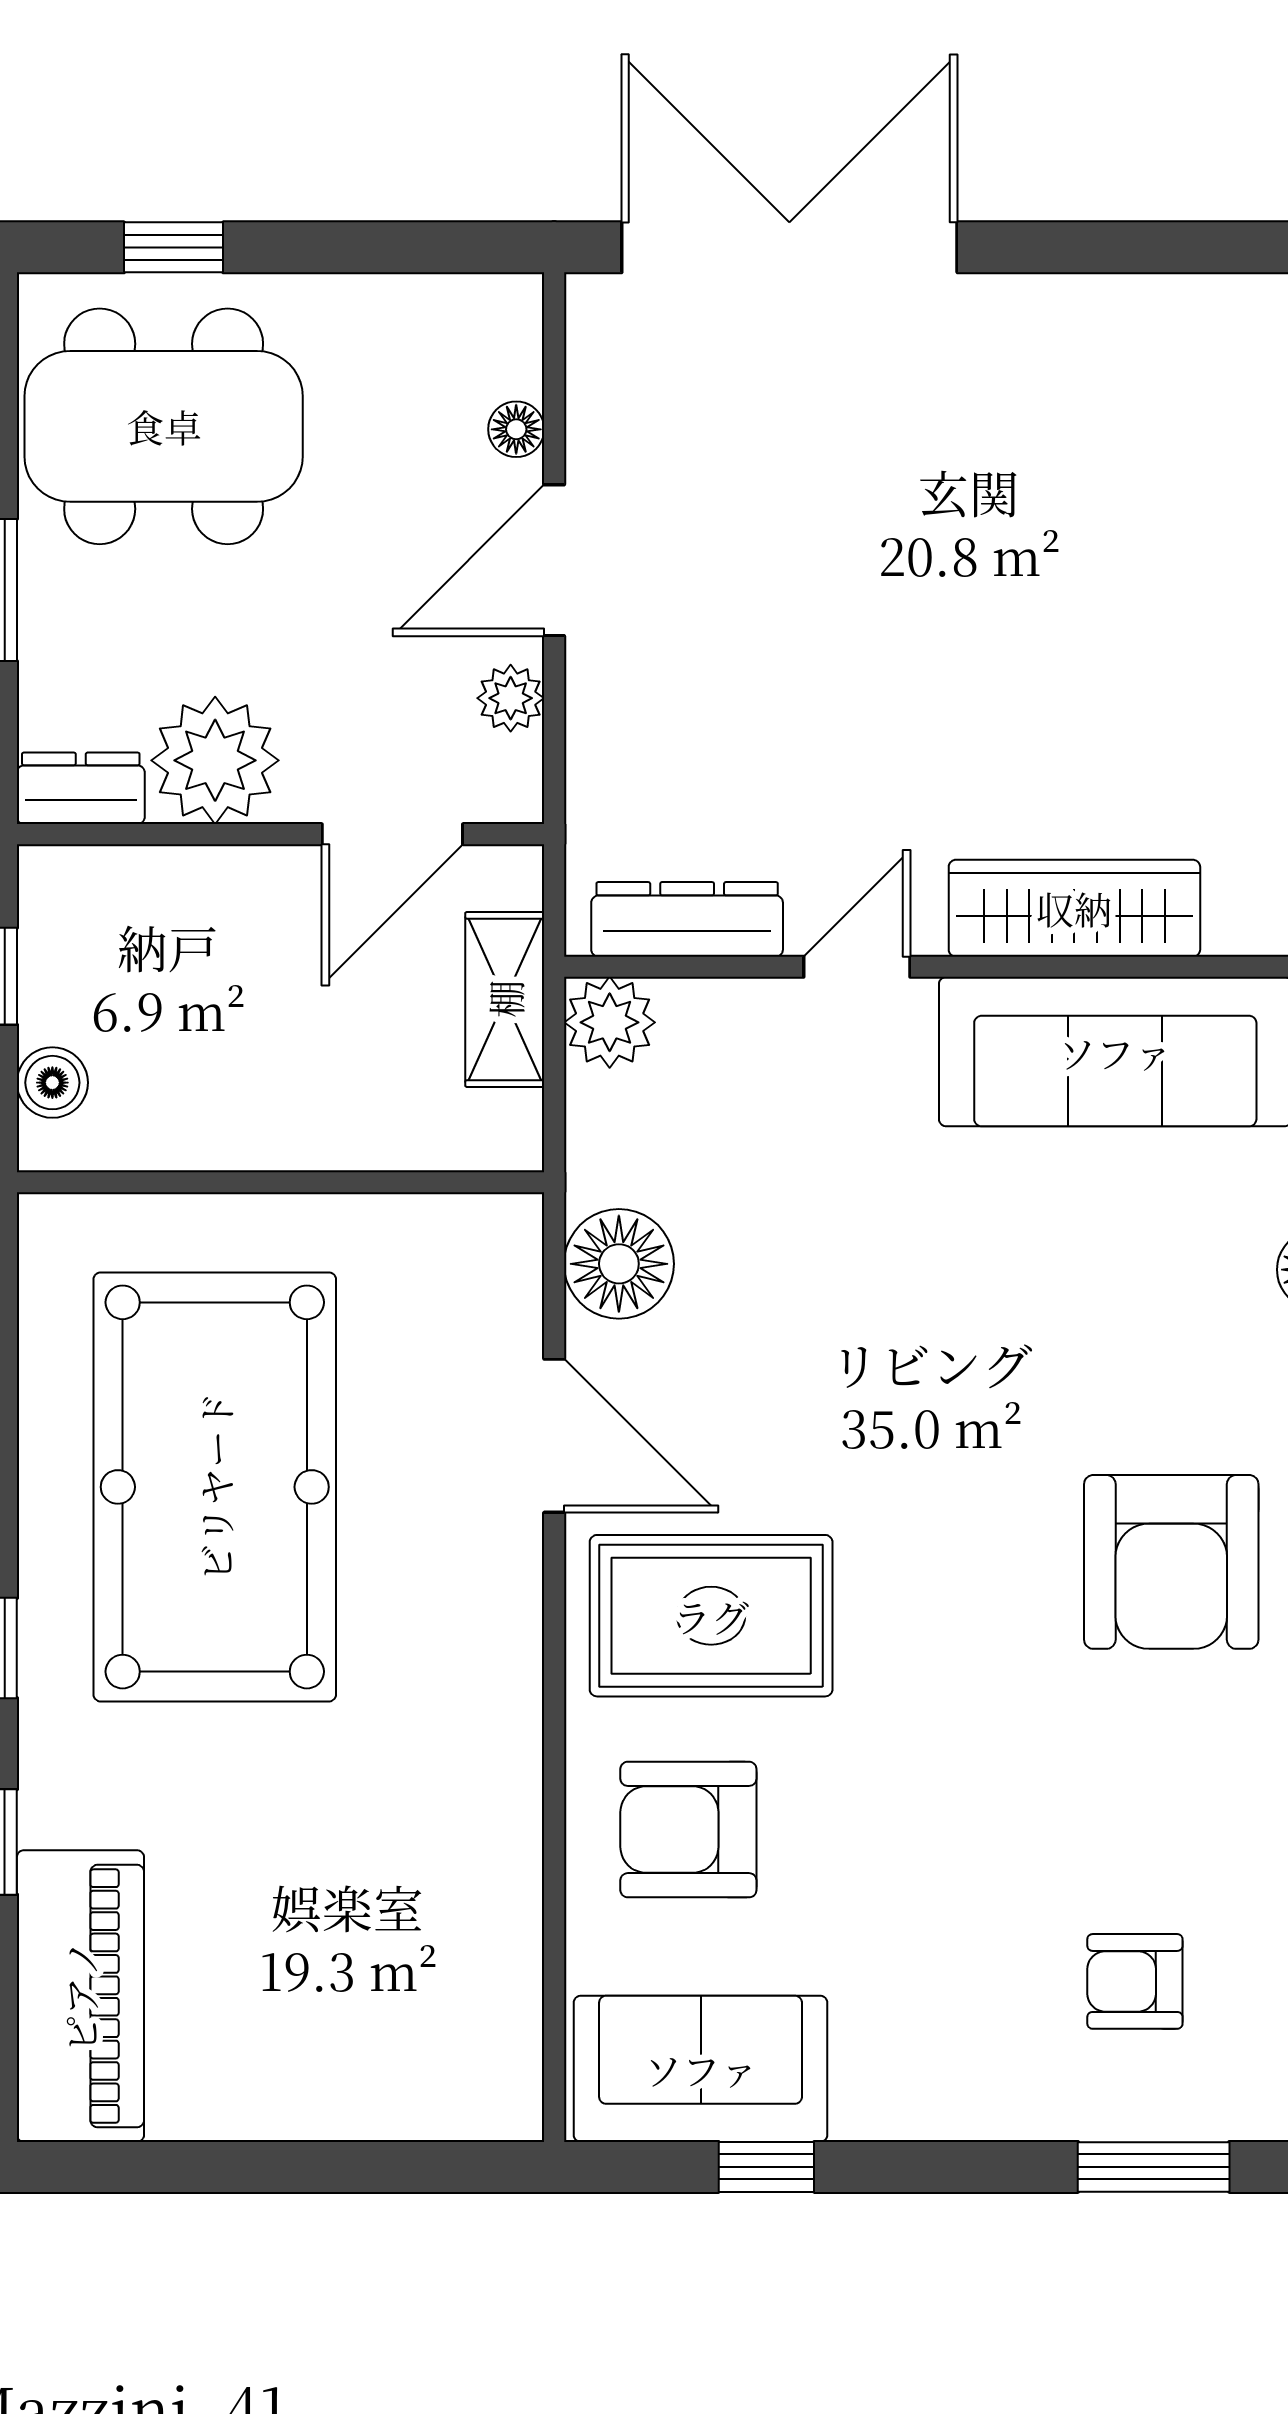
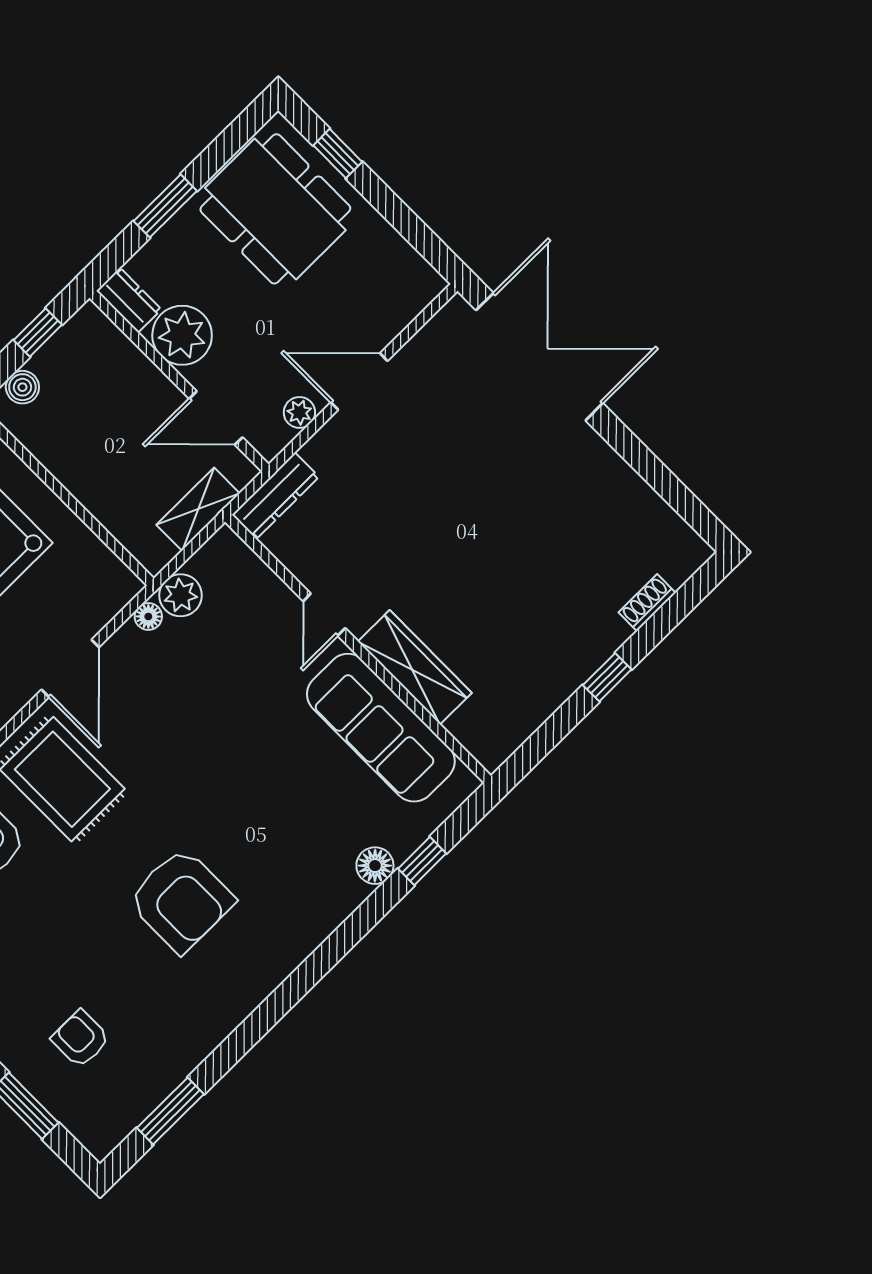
floor lamp: (516, 429) -> (390, 326), removed
dresser: (687, 919) -> (275, 496), moved, turned 90
door: (857, 967) -> (324, 615), swing flipped
plant: (610, 1022) -> (181, 595), moved
floor lamp: (619, 1264) -> (148, 617), width x0.53, depth x0.53
armchair: (1171, 1562) -> (181, 900), moved, turned -90

